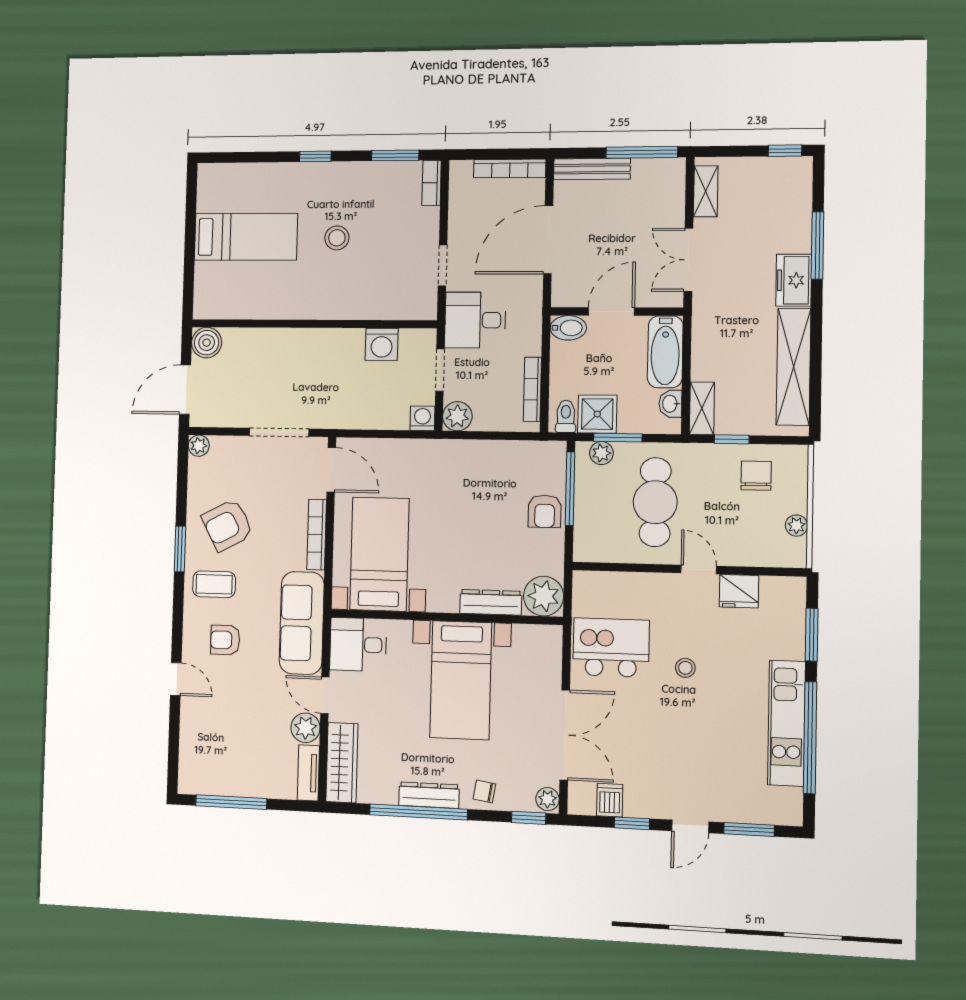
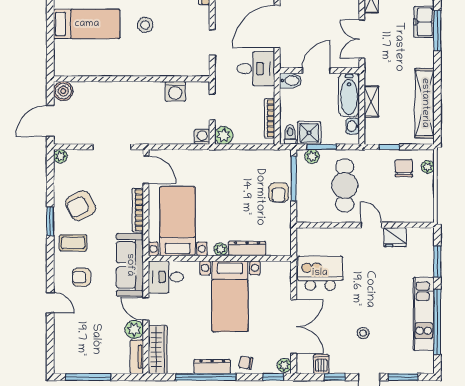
freezer: (794, 280) -> (424, 22), moved
desk: (475, 320) -> (256, 69), moved, turned 180
shelving: (702, 408) -> (371, 101), moved
plant: (796, 526) -> (428, 167), moved
plant: (544, 596) -> (221, 249), moved, width x0.53, depth x0.53
stool: (685, 668) -> (363, 333), moved

